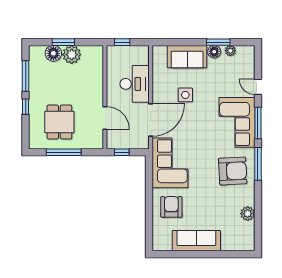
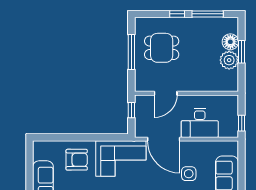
window: (122, 42) -> (242, 123), moved

